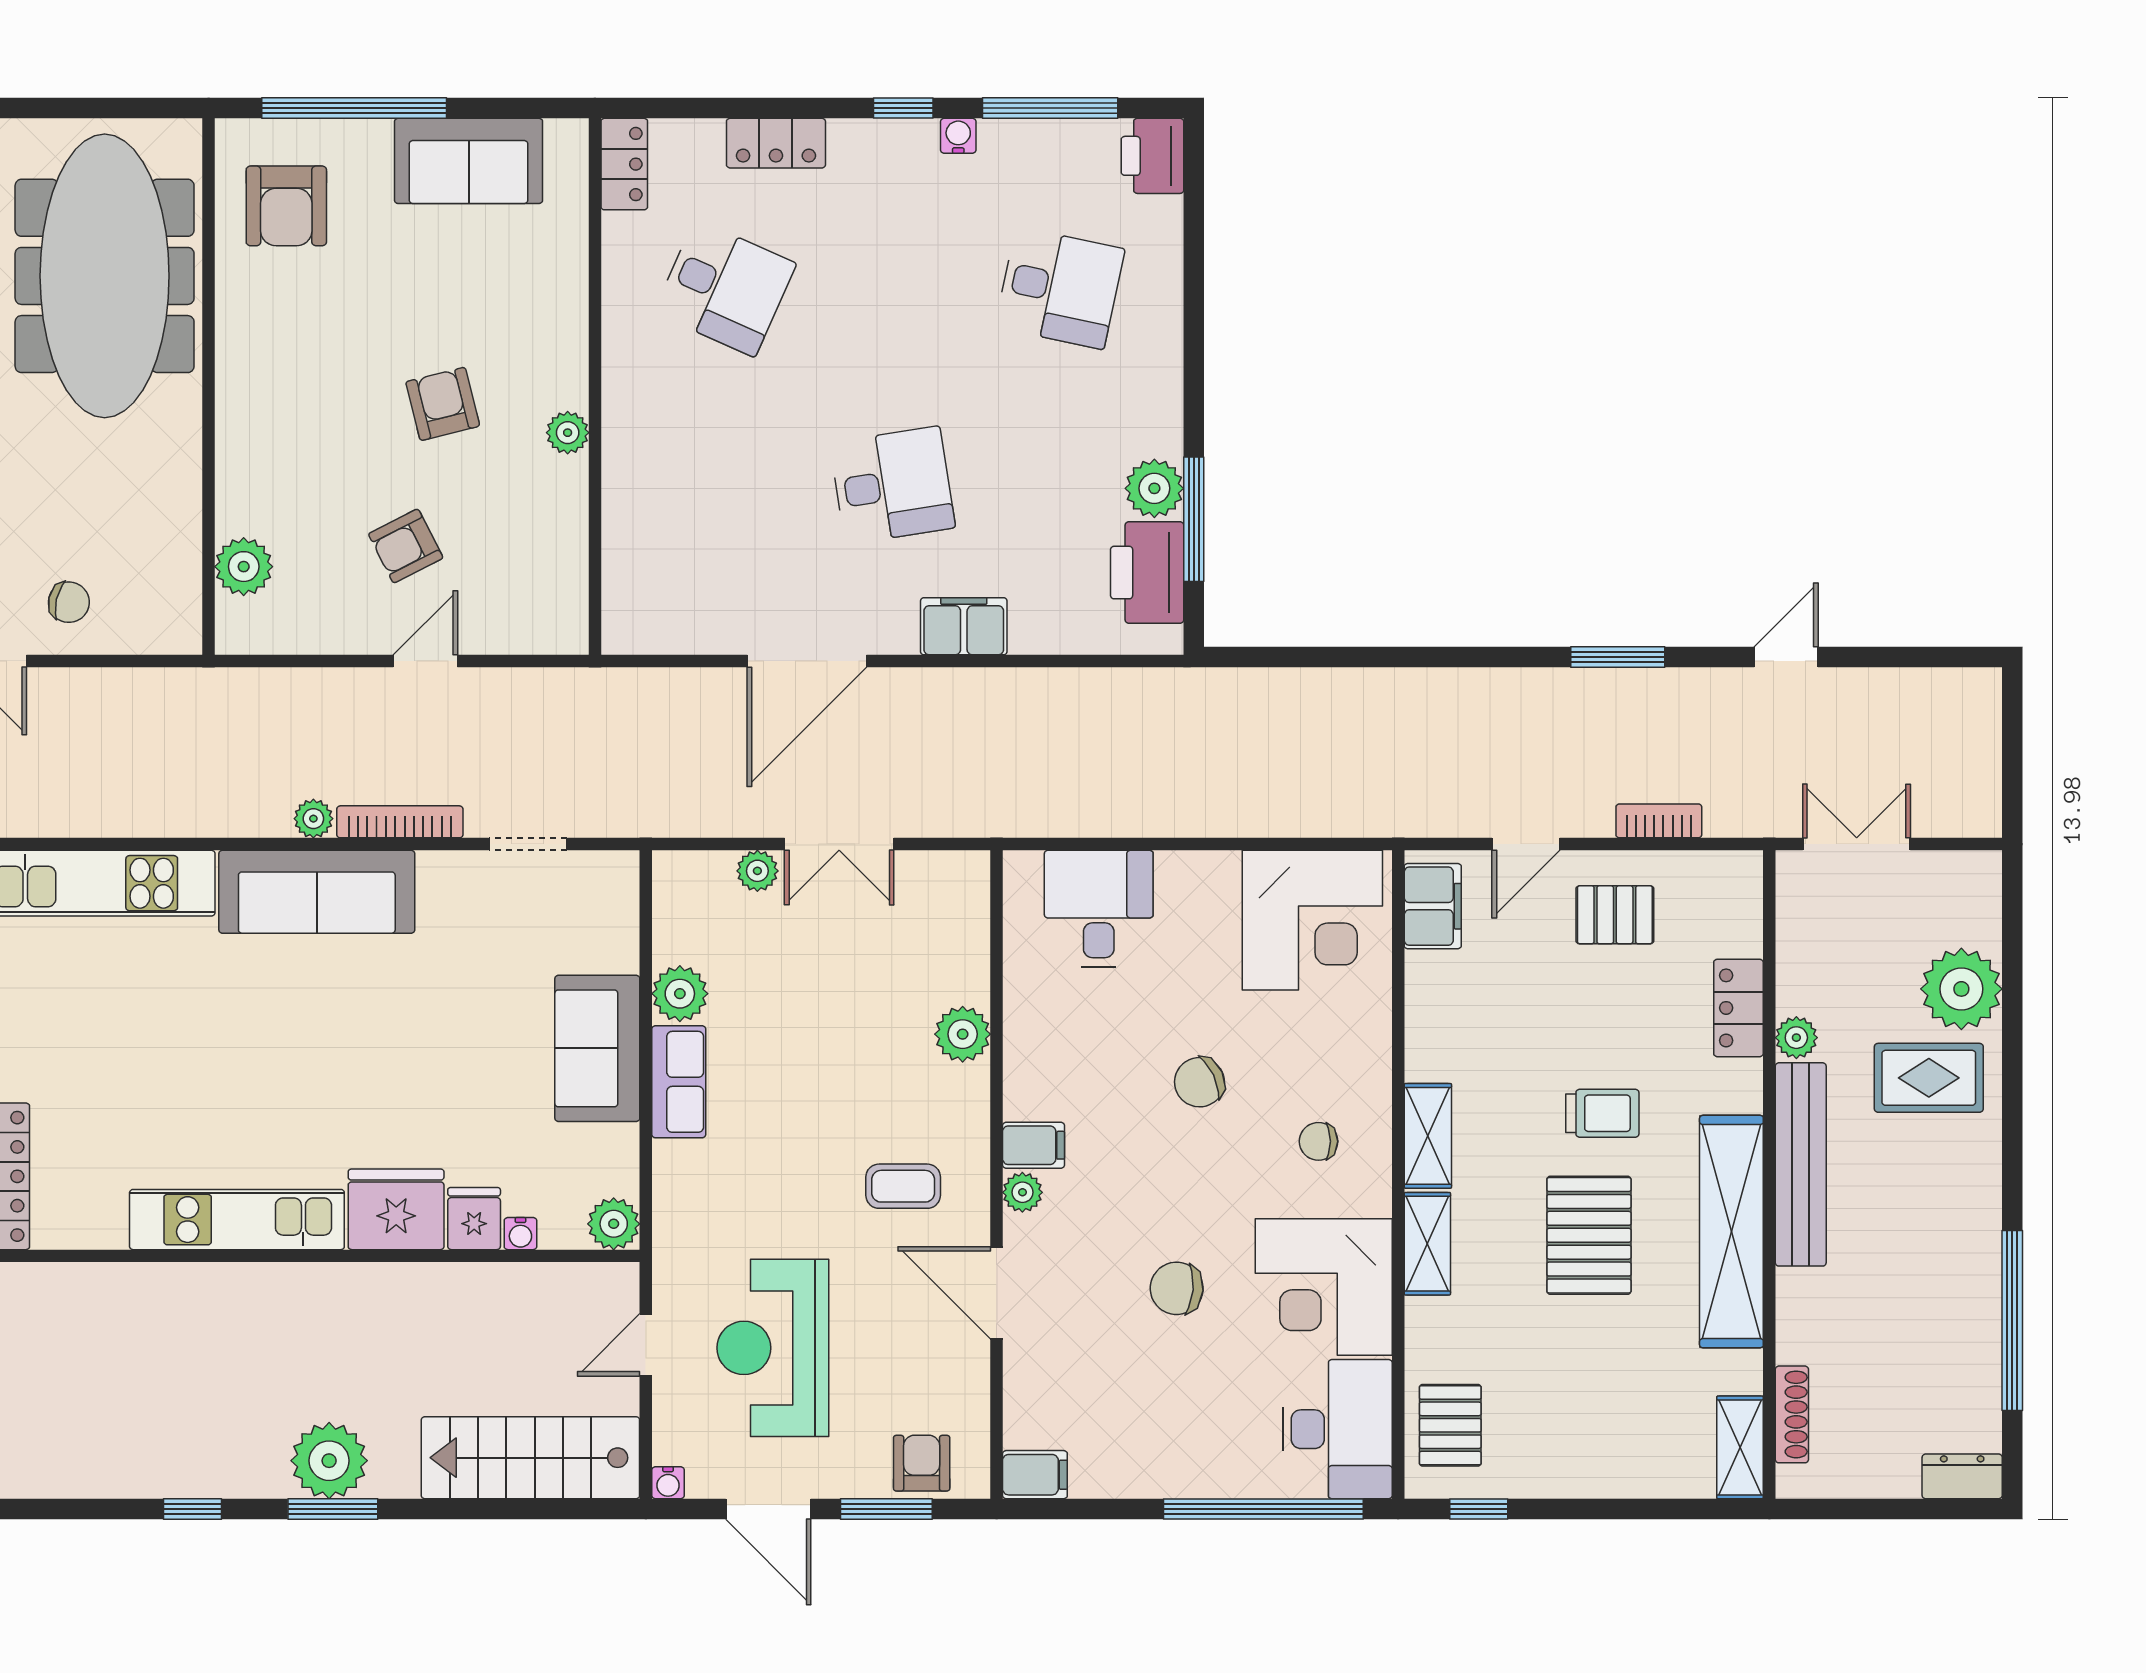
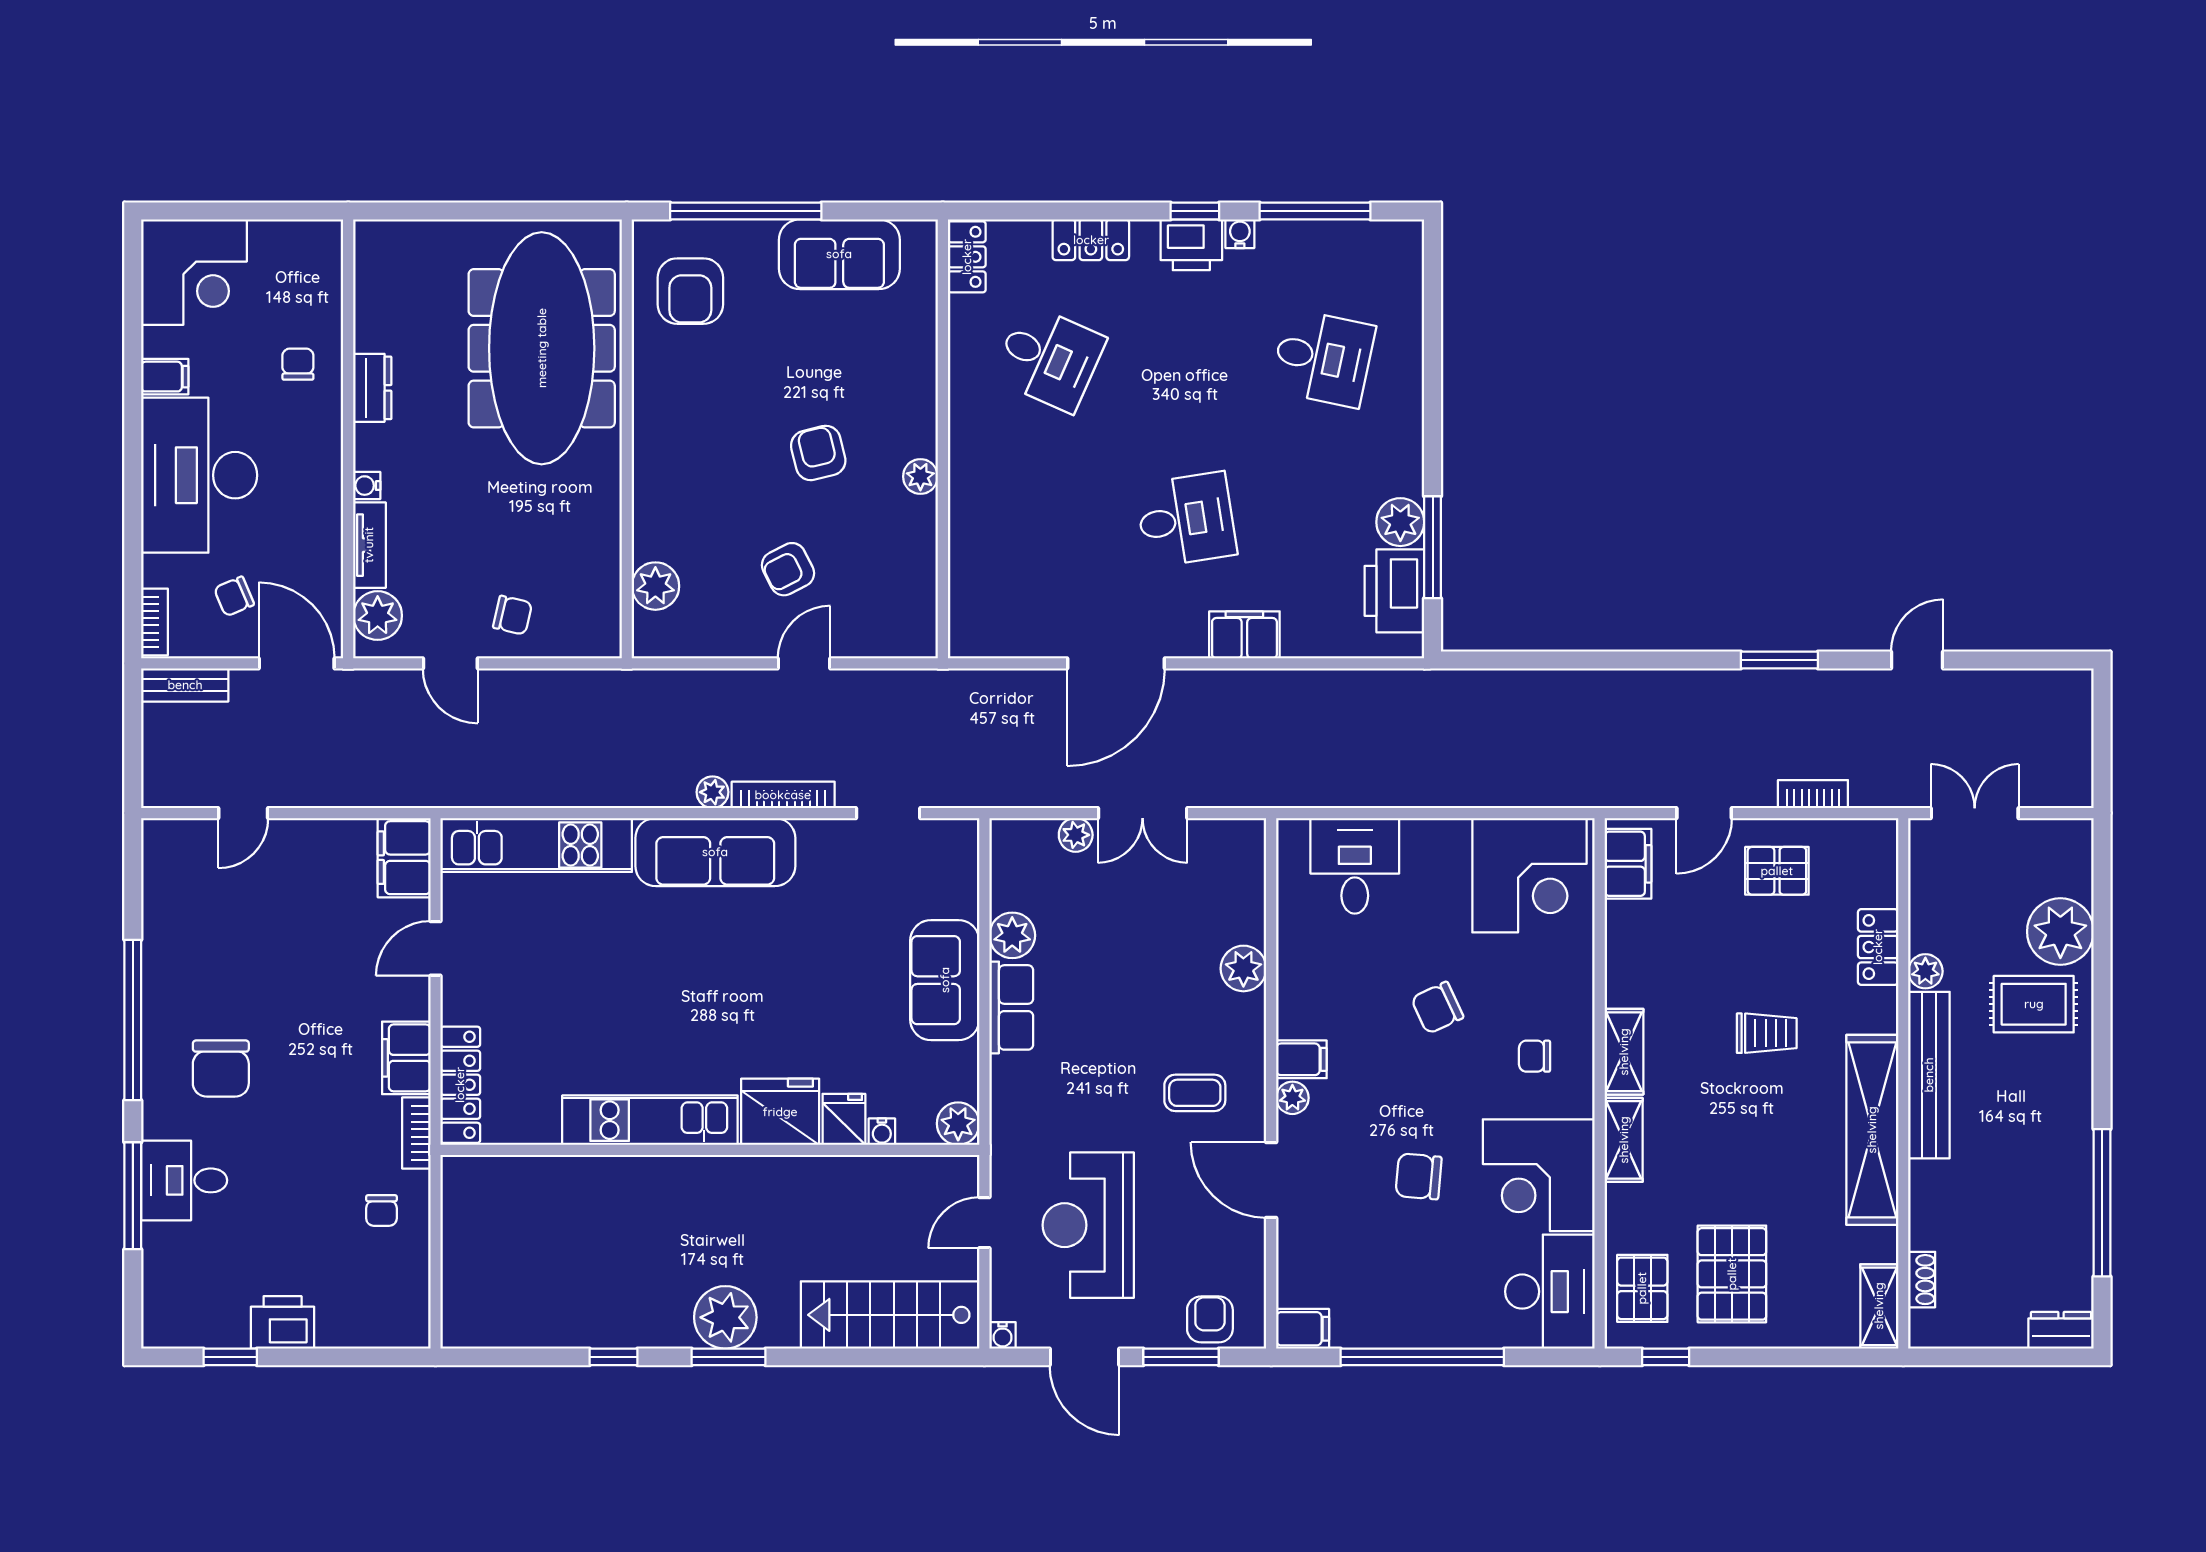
printer: (1152, 156) -> (1191, 245), moved, turned -90
pallet: (1589, 1235) -> (1732, 1274), moved
shoe rack: (1792, 1414) -> (1922, 1280), width x0.70
window: (1263, 1509) -> (1422, 1357), moved

